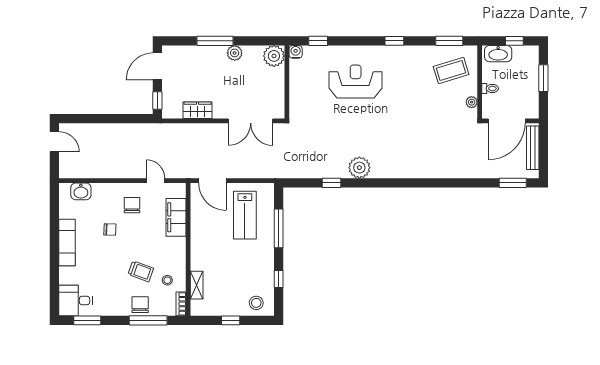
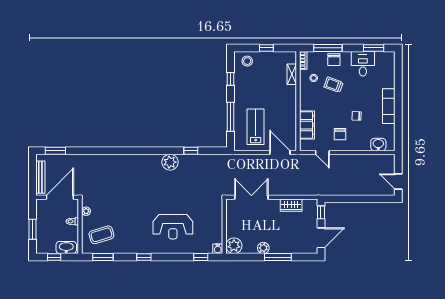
desk: (75, 300) -> (363, 64), moved, turned -90

